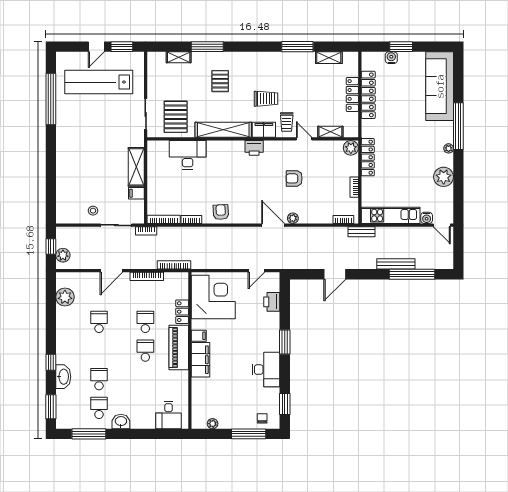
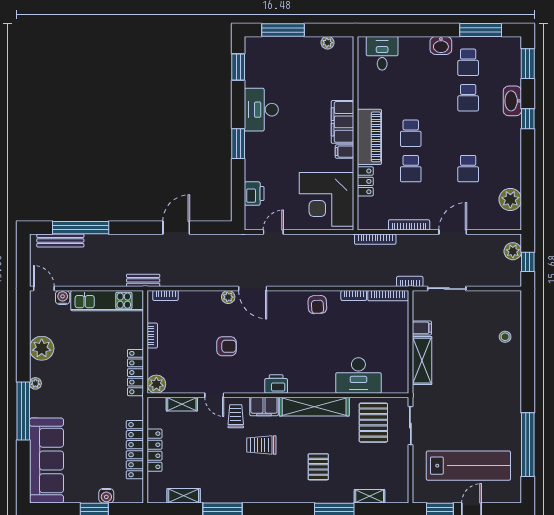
stool: (93, 211) -> (505, 337), moved
bench: (396, 264) -> (60, 241), moved
chair: (262, 418) -> (266, 49), removed

